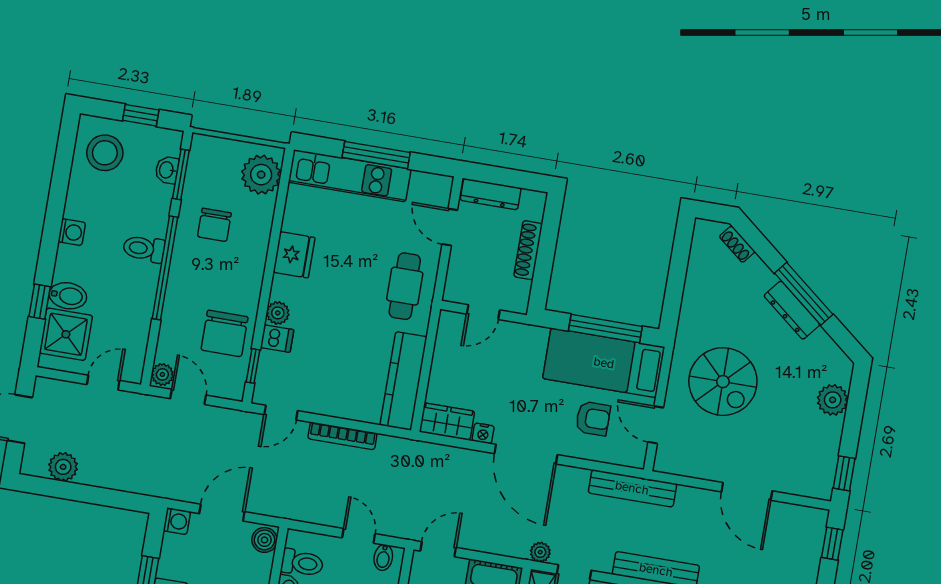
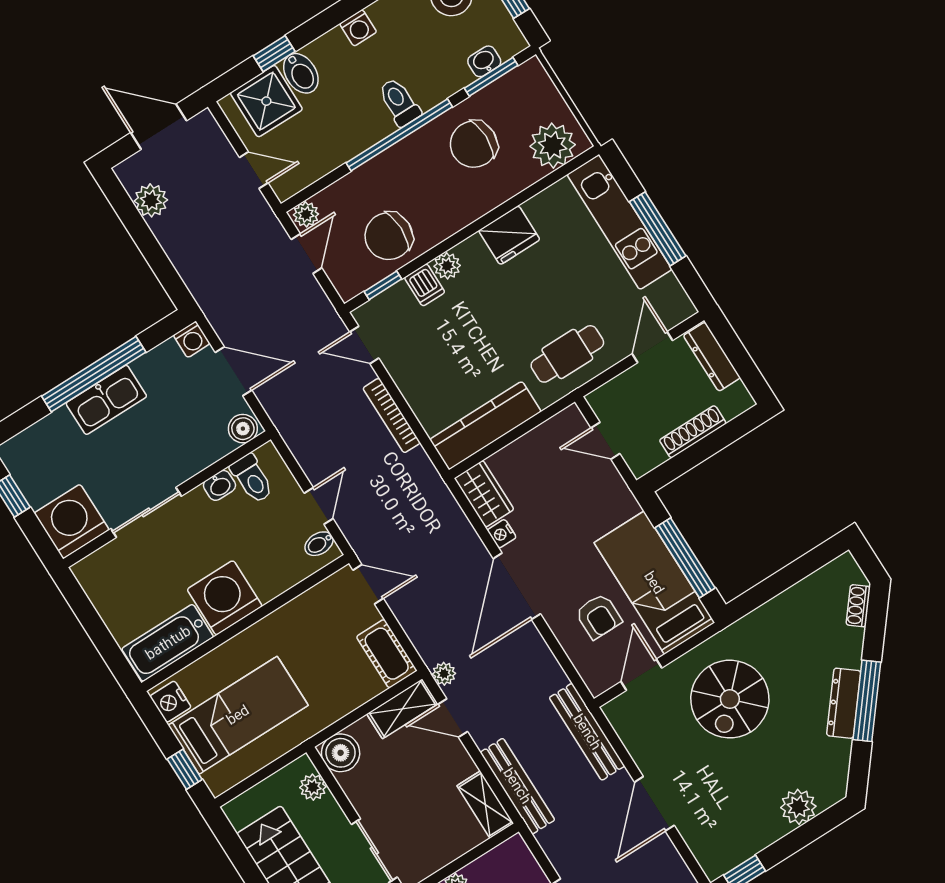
chair: (214, 225) -> (474, 144), width x1.37, depth x1.37
bench: (632, 488) -> (587, 732), moved

